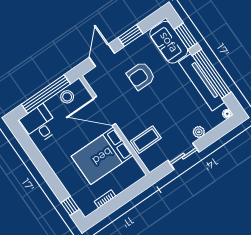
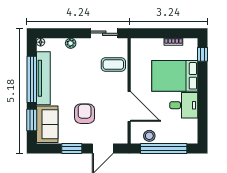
armchair: (141, 76) -> (85, 114), turned -90
desk: (40, 124) -> (184, 105), moved, turned -90
bed: (102, 156) -> (175, 76), moved, turned 180
sliding door: (183, 156) -> (104, 33), moved

